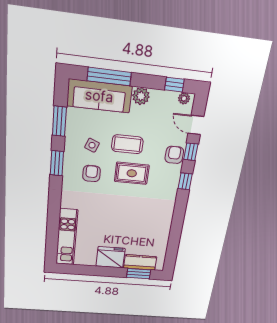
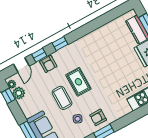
plant: (141, 96) -> (19, 93), moved
armchair: (174, 155) -> (48, 64), turned -90
armchair: (92, 174) -> (98, 117), moved

